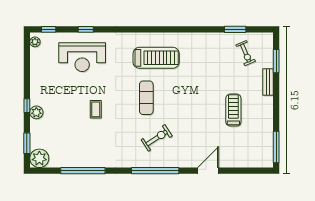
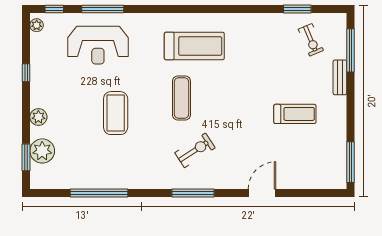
window: (86, 29) -> (103, 9), width x2.17
window: (276, 61) -> (350, 50), width x1.44
window: (27, 106) -> (26, 73), moved
coffee table: (96, 109) -> (116, 113), width x1.86, depth x1.72
treadmill: (233, 110) -> (295, 114), turned 90
plant: (39, 158) -> (42, 151), moved
window: (155, 171) -> (193, 193), width x0.68

